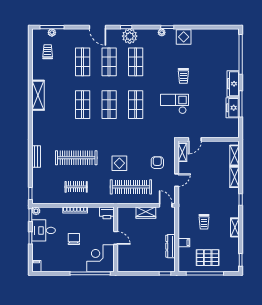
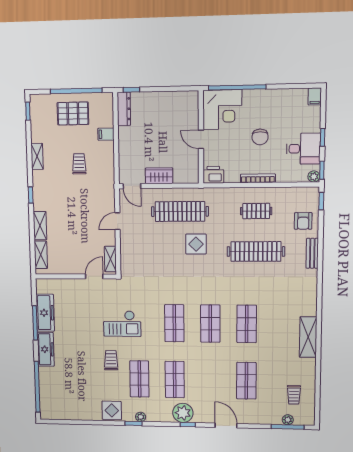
shop shelf: (109, 62) -> (139, 379), moved
freezer: (233, 108) -> (45, 313), width x1.40
armchair: (157, 163) -> (303, 221), moved
dresser: (171, 246) -> (124, 109), moved

